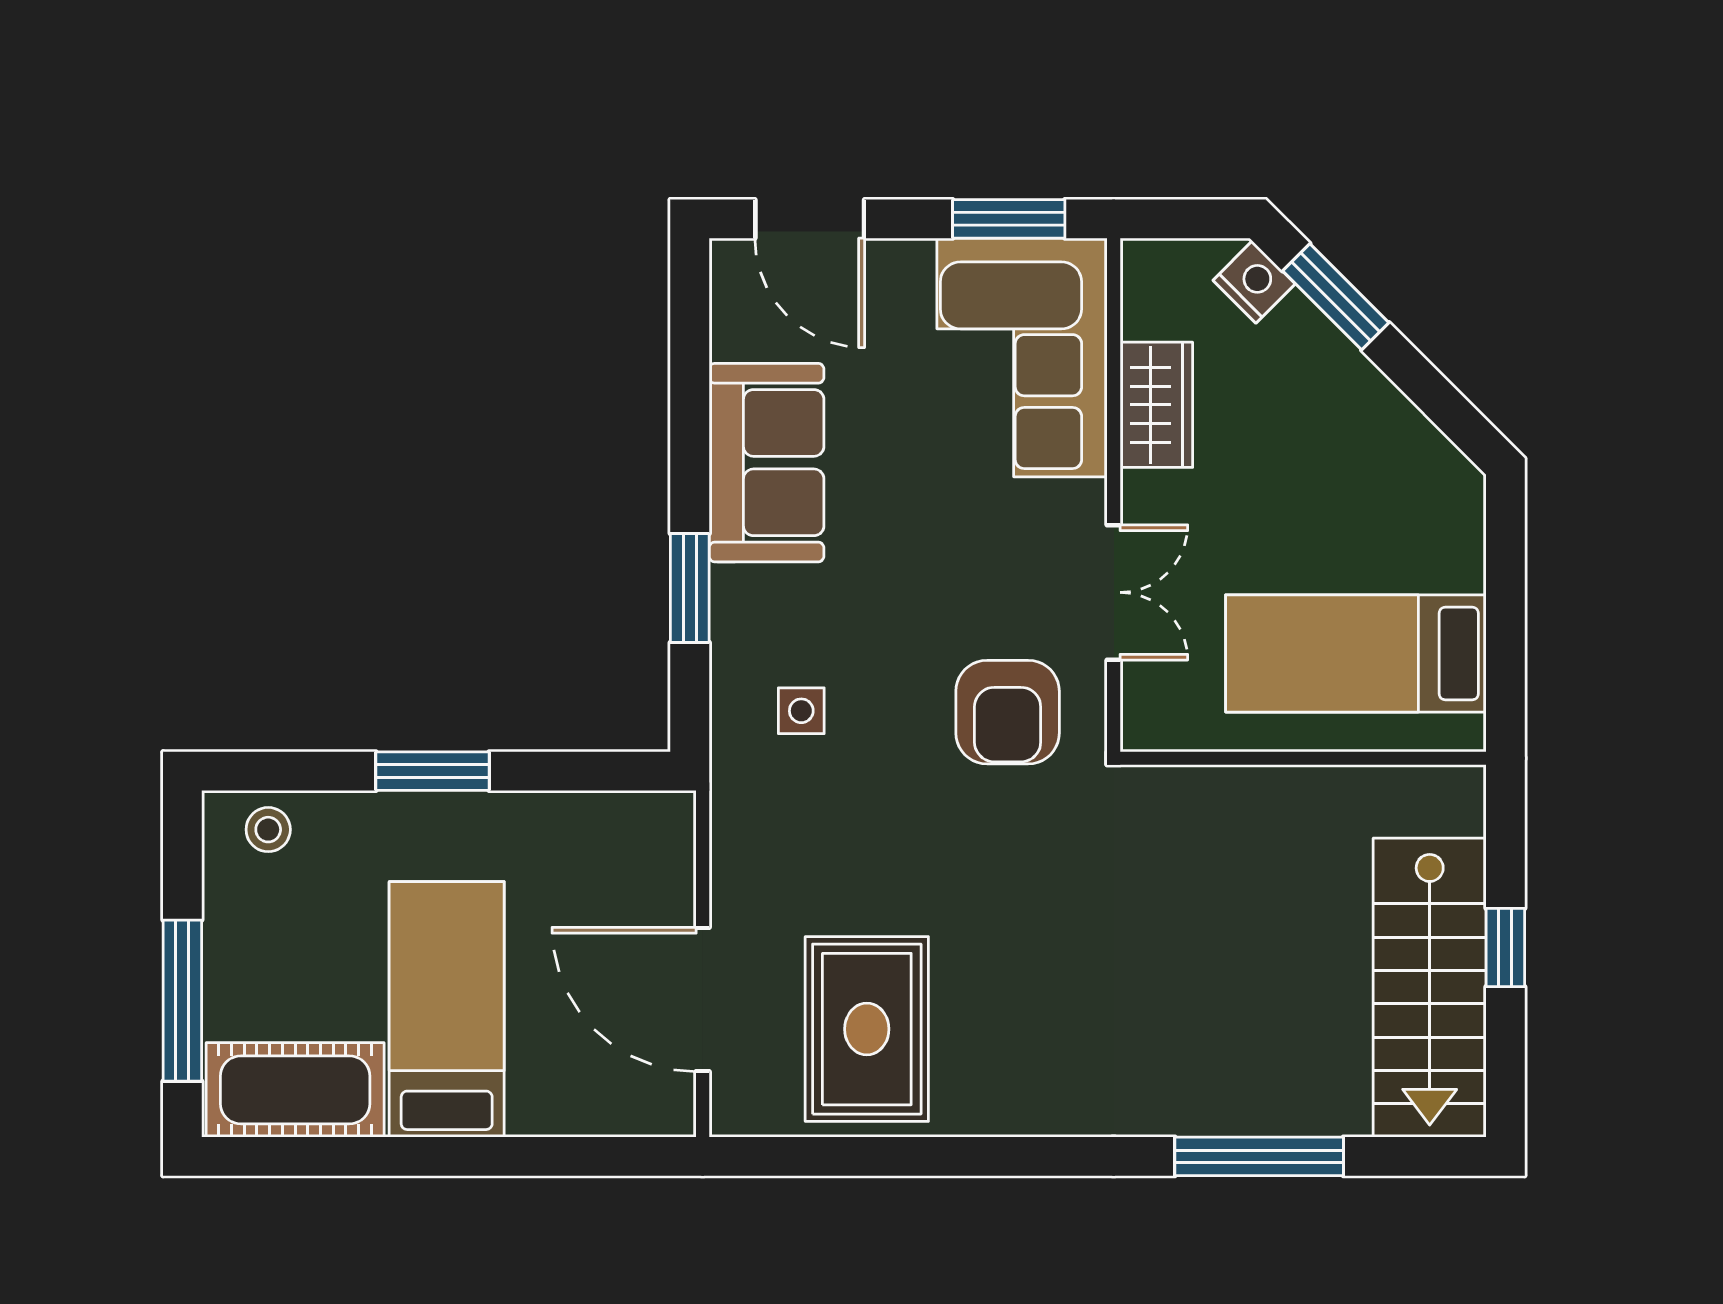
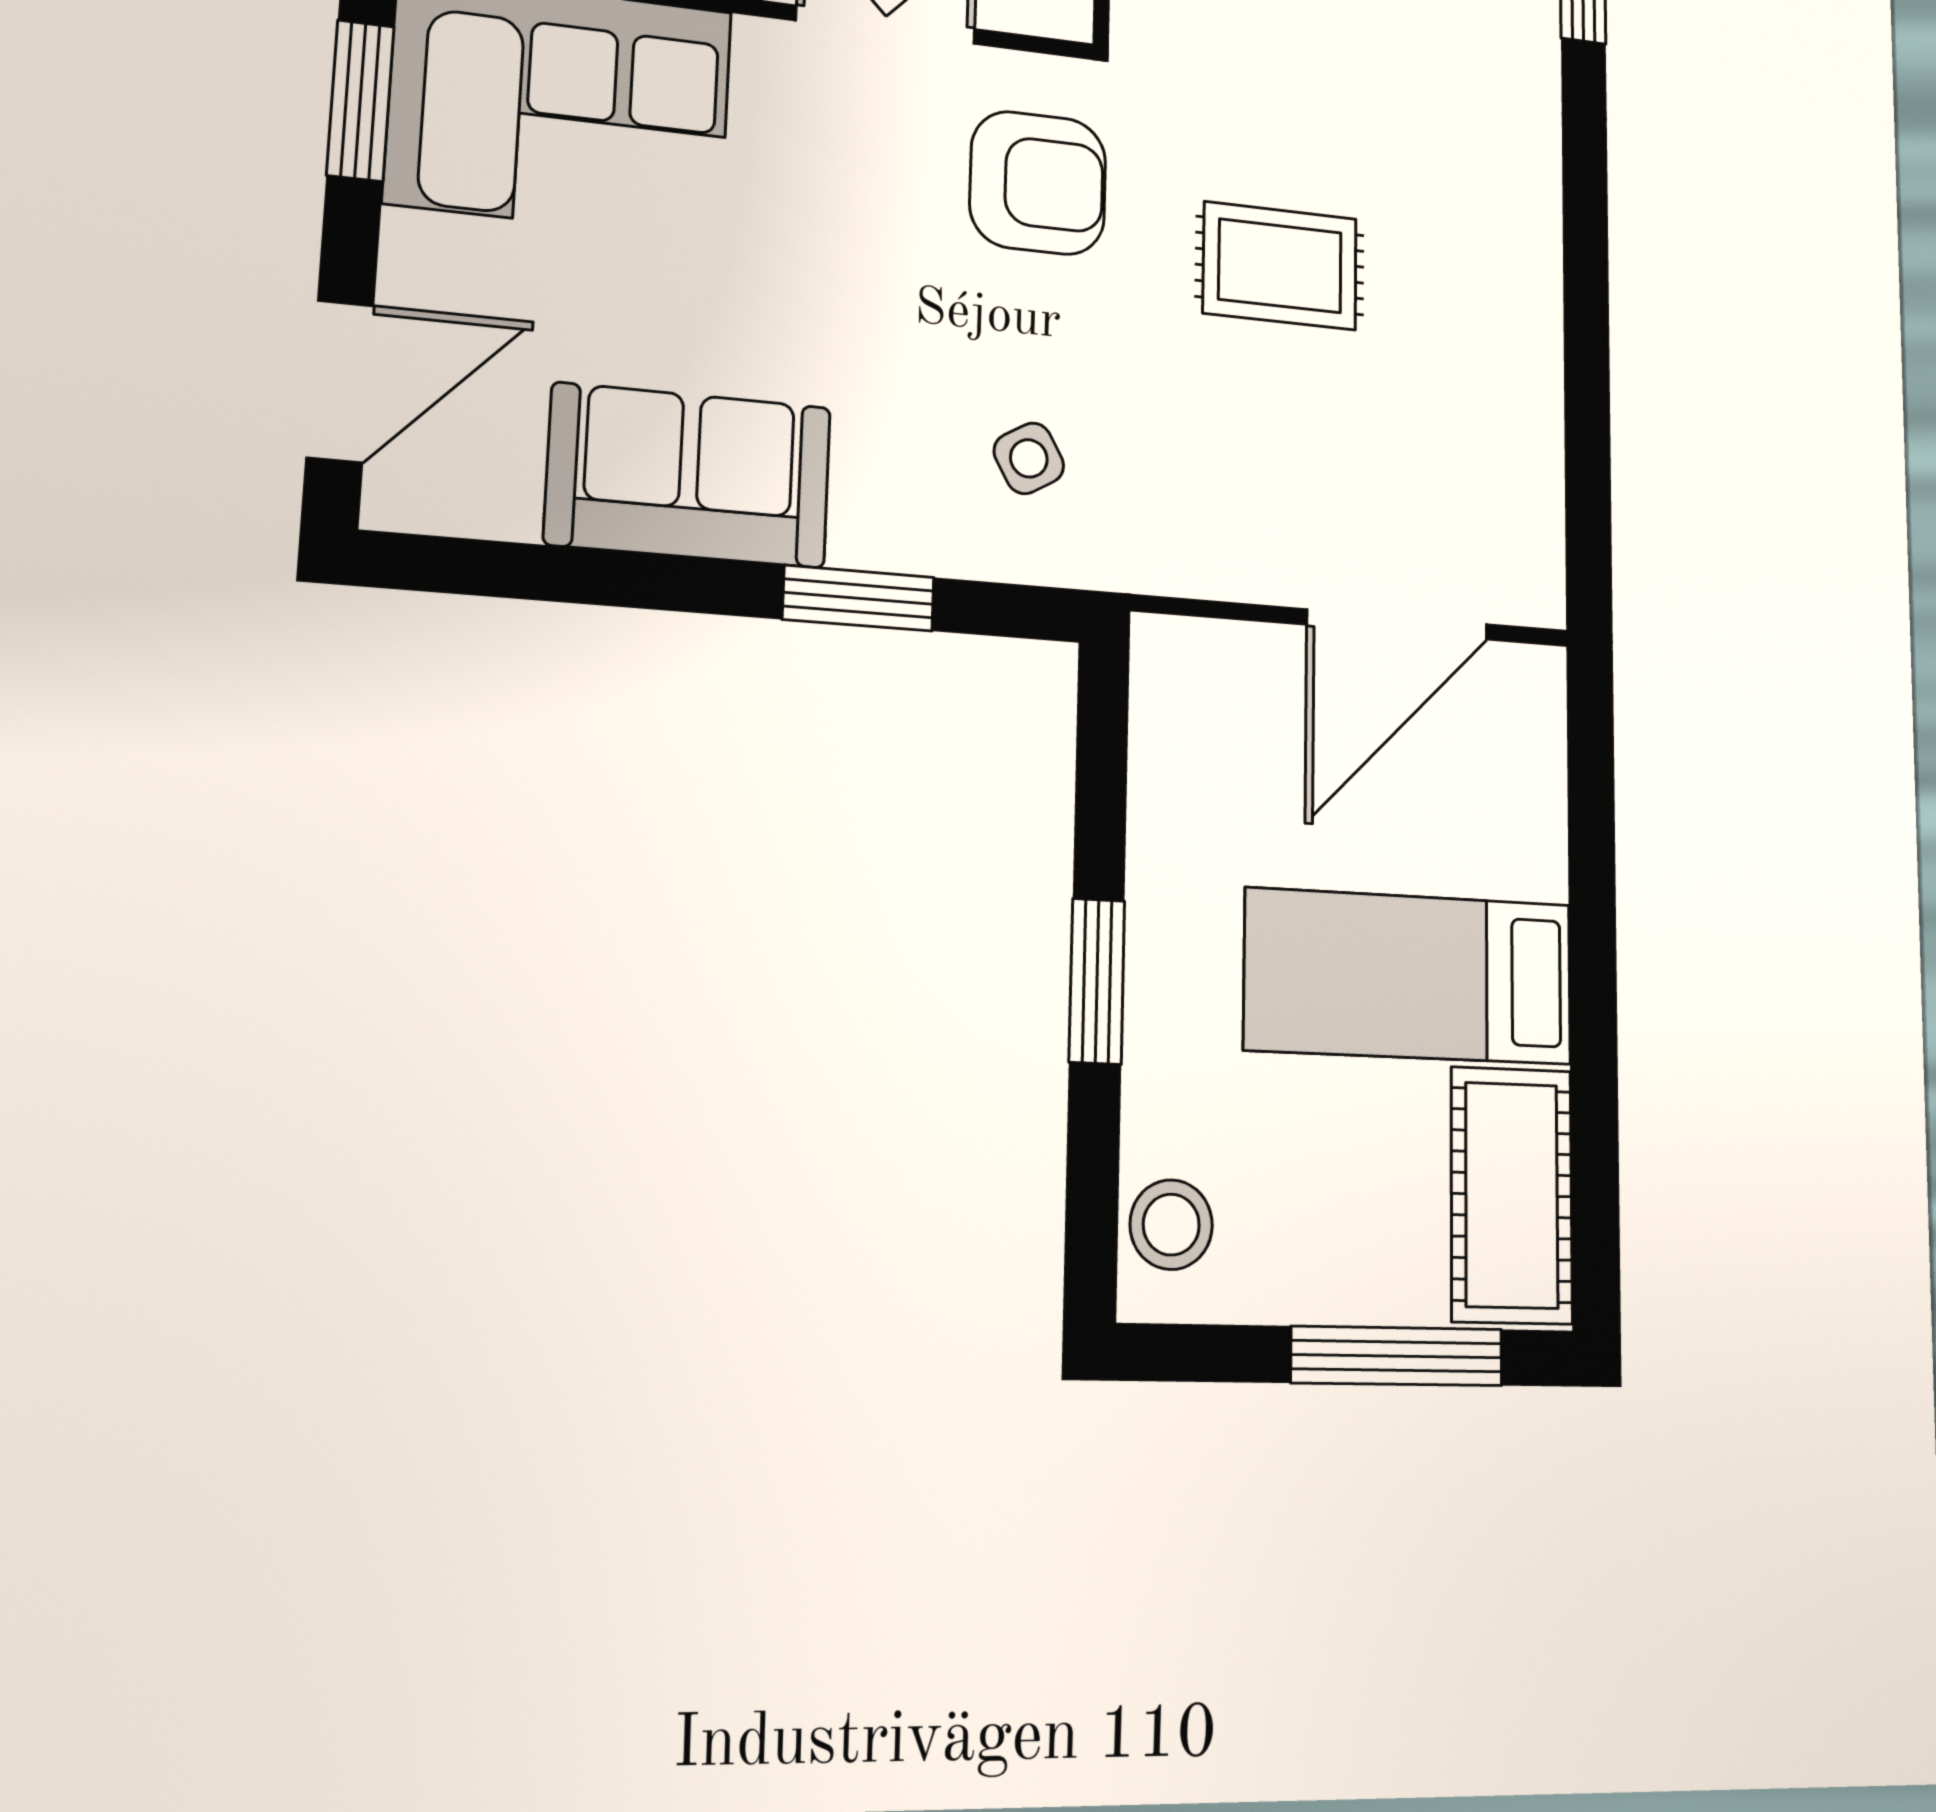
side table: (801, 711) -> (1029, 458), turned -30
stool: (268, 830) -> (1171, 1225), width x1.37, depth x1.37
rug: (867, 1029) -> (1280, 266), moved, width x0.73, depth x0.70

